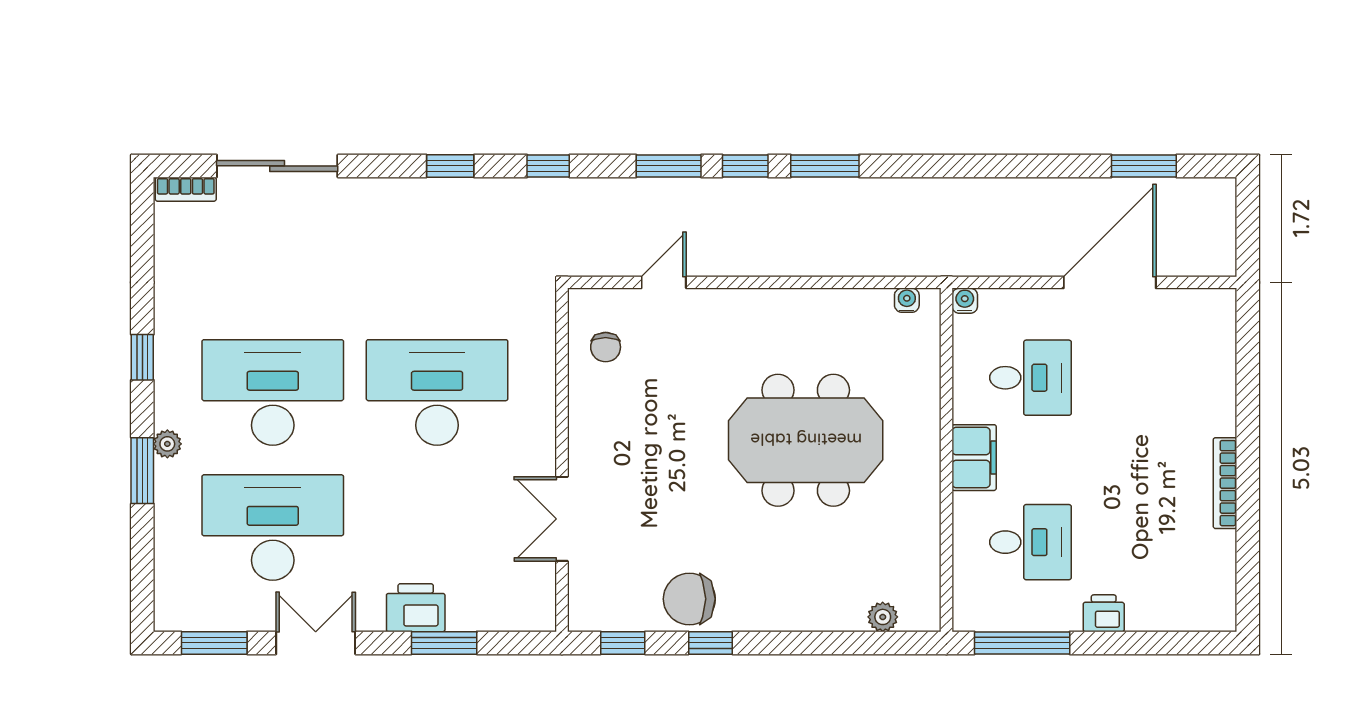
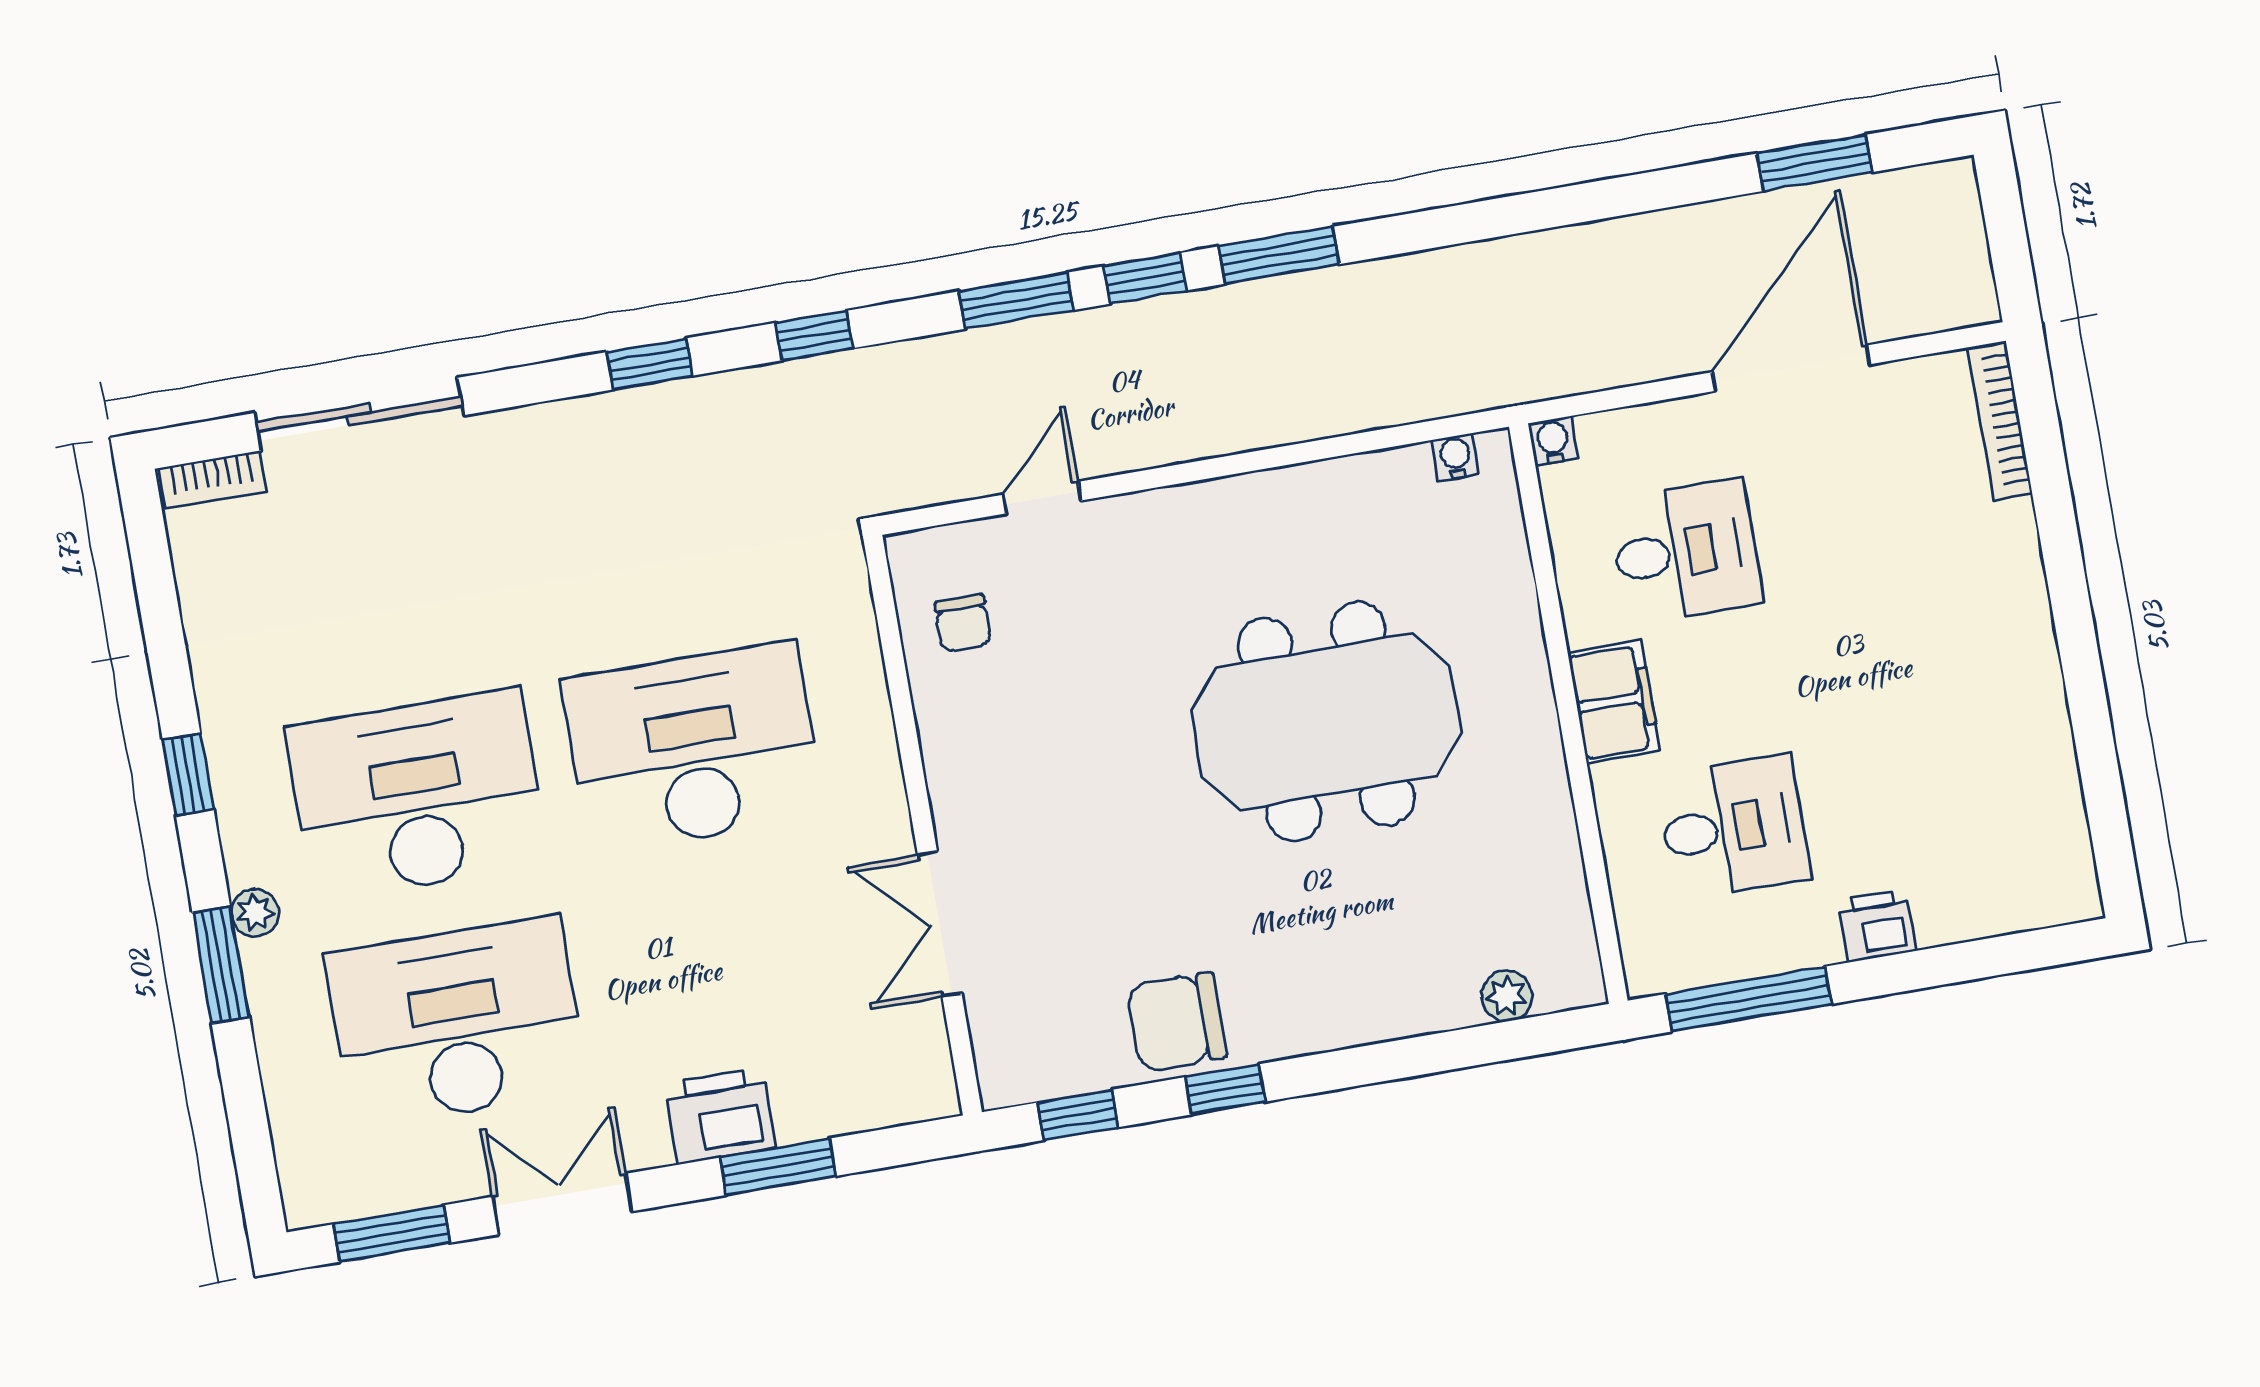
bookcase: (1225, 483) -> (2000, 421), moved

